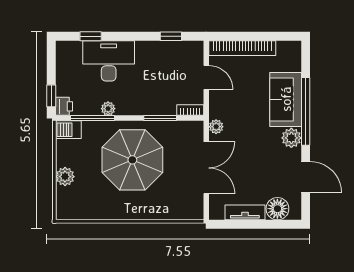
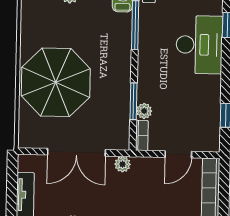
plant: (108, 109) -> (144, 111), moved
parasol: (132, 160) -> (56, 82), moved

